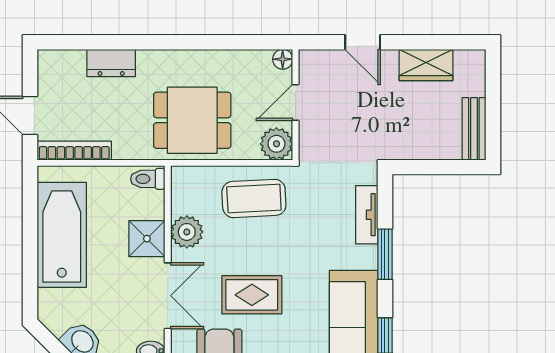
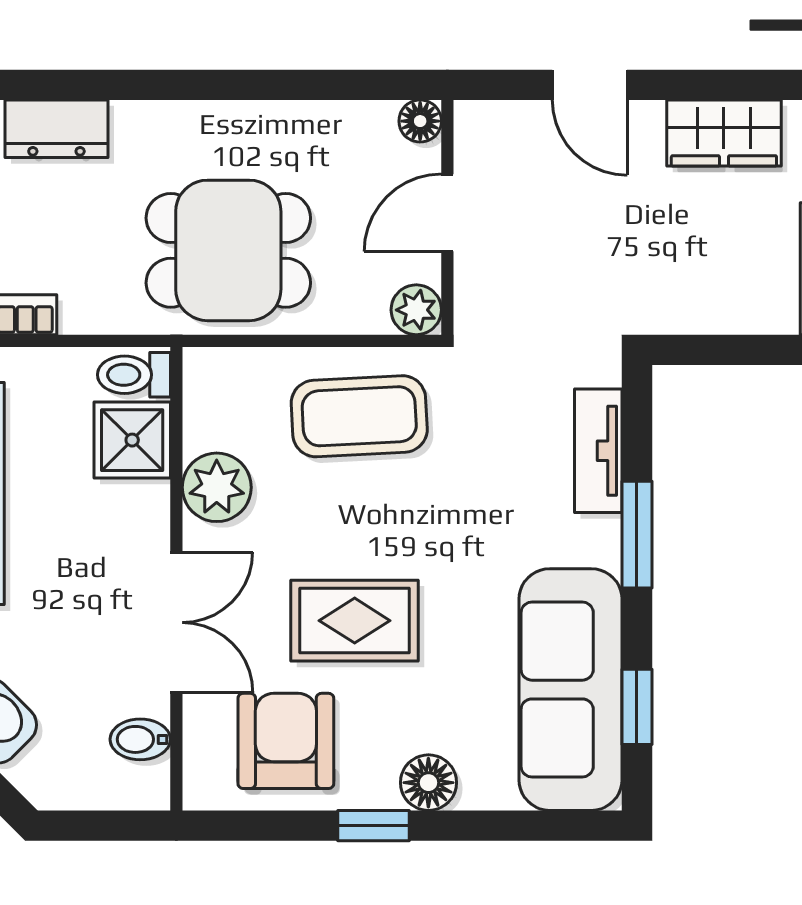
plant: (276, 144) -> (416, 310), width x0.73, depth x0.73
shower: (147, 239) -> (132, 440), moved

